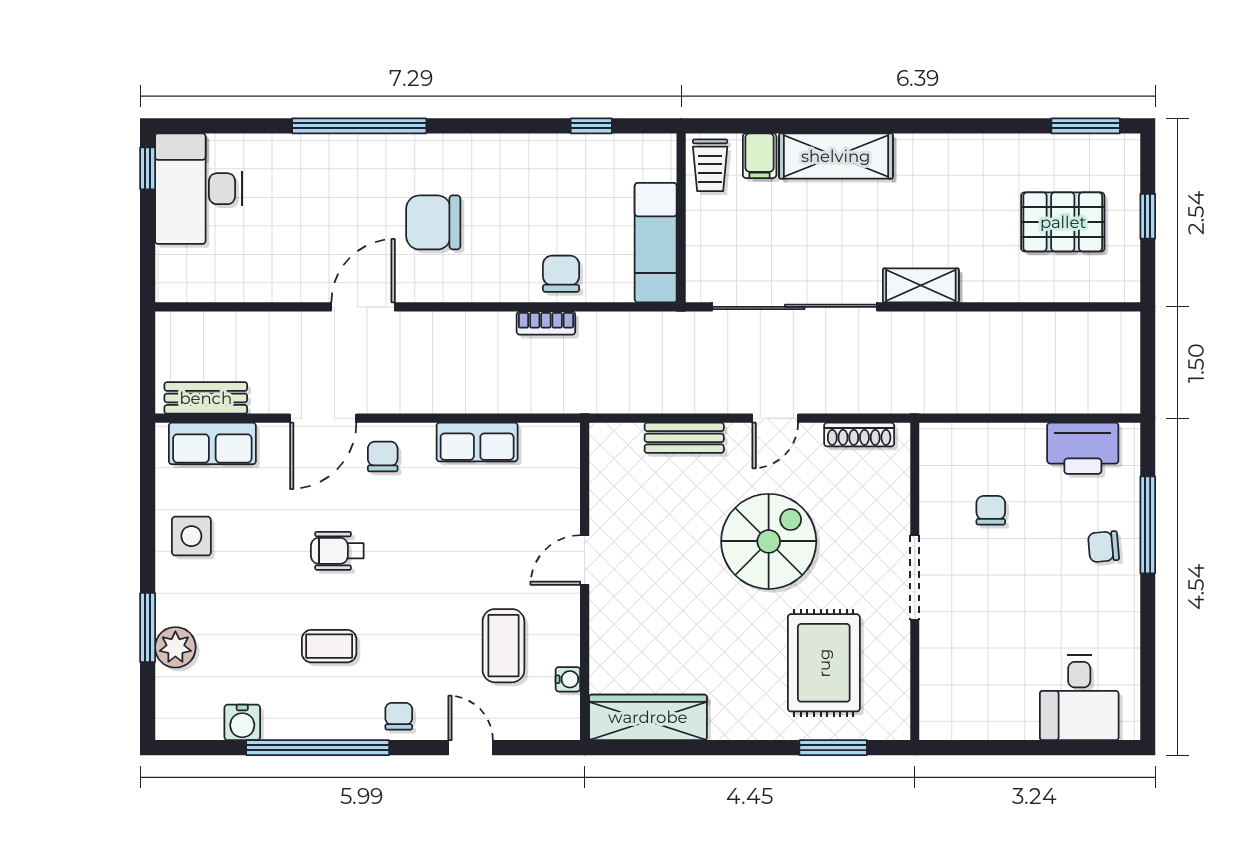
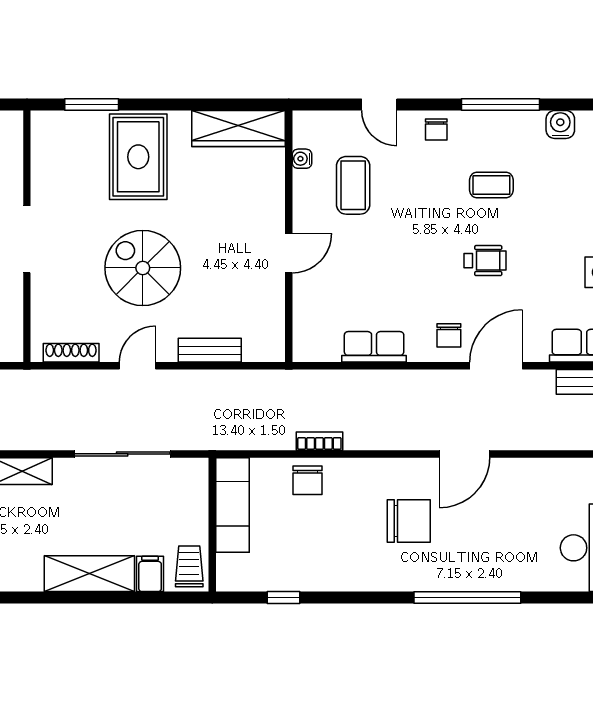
sliding door: (795, 307) -> (122, 454), width x0.73
spiral stairs: (769, 541) -> (143, 268), turned 90
rug: (824, 663) -> (138, 157), moved
window: (318, 748) -> (501, 105), width x0.68

